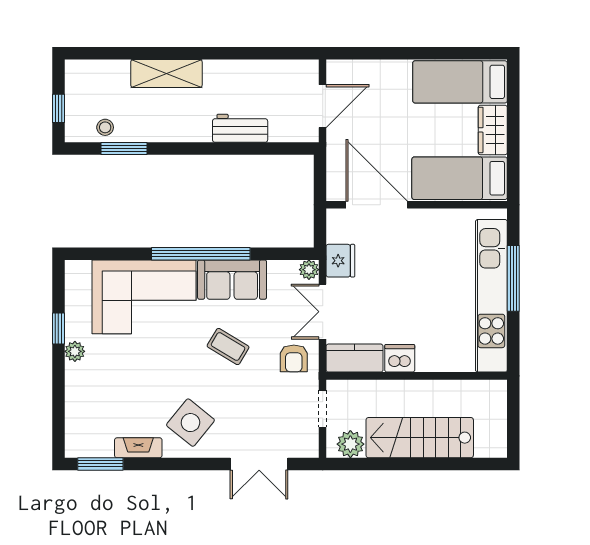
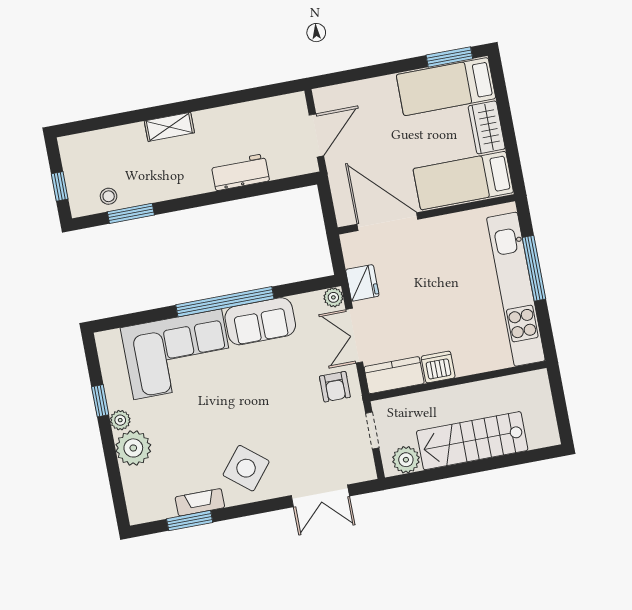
window: (469, 53) -> (449, 57), added
shelving: (166, 73) -> (169, 127), width x0.67, depth x0.75
coffee table: (228, 347) -> (269, 387), removed
plant: (83, 381) -> (133, 448), added
window: (100, 464) -> (190, 521), moved

